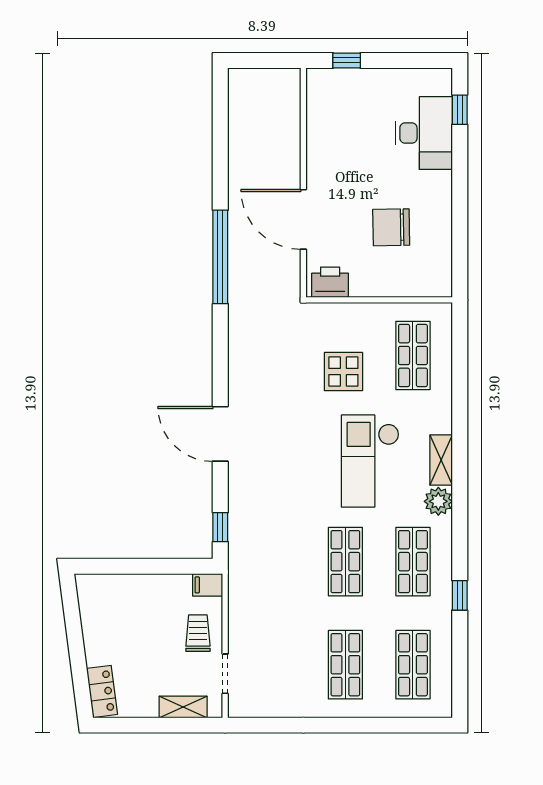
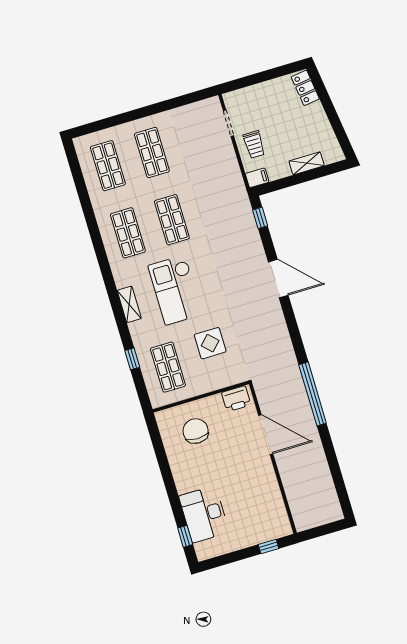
chair: (391, 227) -> (196, 431), moved, turned -89
checkout: (370, 461) -> (175, 290), turned 180
plant: (438, 501) -> (123, 277), removed
window: (460, 595) -> (132, 359), moved
shelving: (183, 707) -> (307, 163), moved

